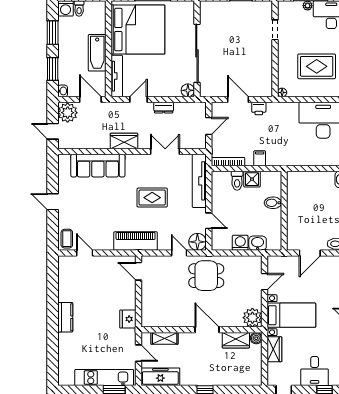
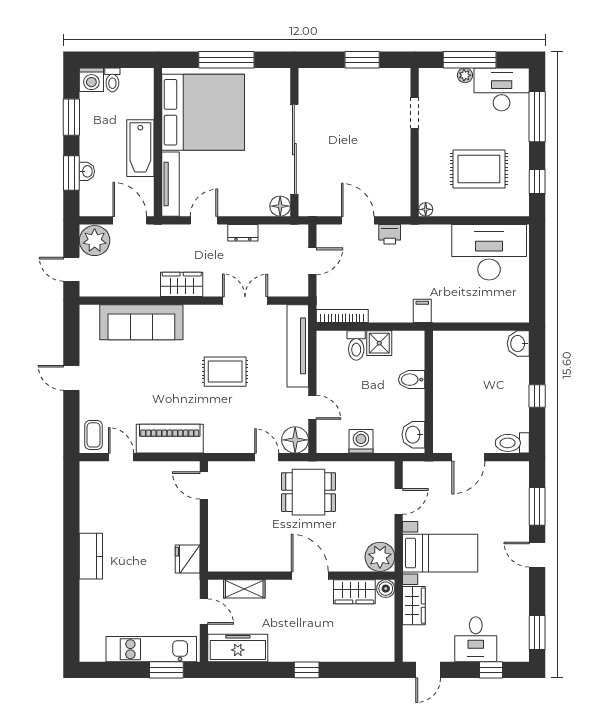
washbasin: (63, 91) -> (87, 171), moved
filing cabinet: (260, 158) -> (422, 311), moved
piano: (136, 241) -> (170, 439), moved
washbasin: (258, 243) -> (413, 435), moved, turned -90

